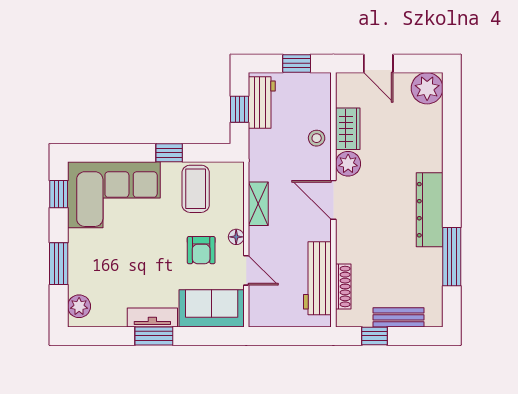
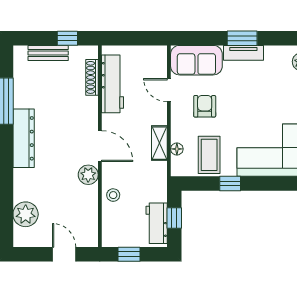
plant: (427, 88) -> (26, 214), moved
wardrobe: (348, 129) -> (88, 203), removed
floor lamp: (236, 237) -> (177, 149), moved

